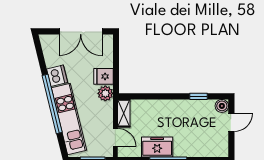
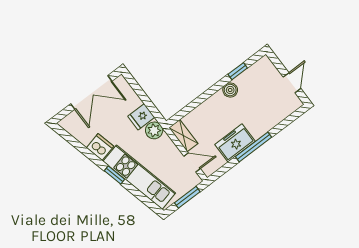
window: (52, 104) -> (115, 175), width x0.32
boiler: (222, 106) -> (230, 90), moved
door: (231, 122) -> (292, 83), moved

